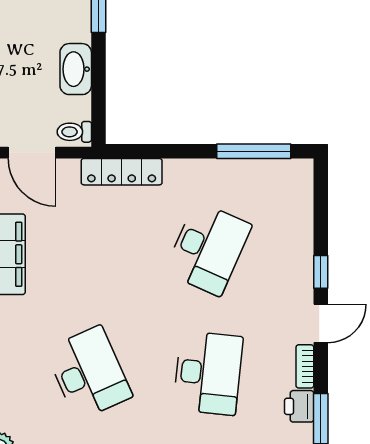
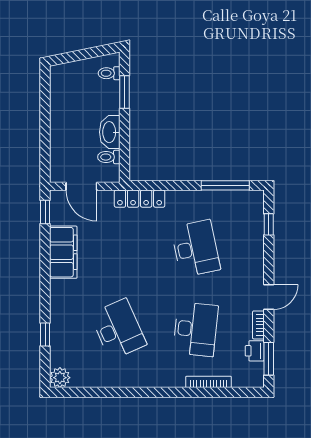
toilet: (74, 132) -> (109, 157), moved
desk: (208, 248) -> (196, 248), turned -36
window: (321, 272) -> (269, 224), moved

